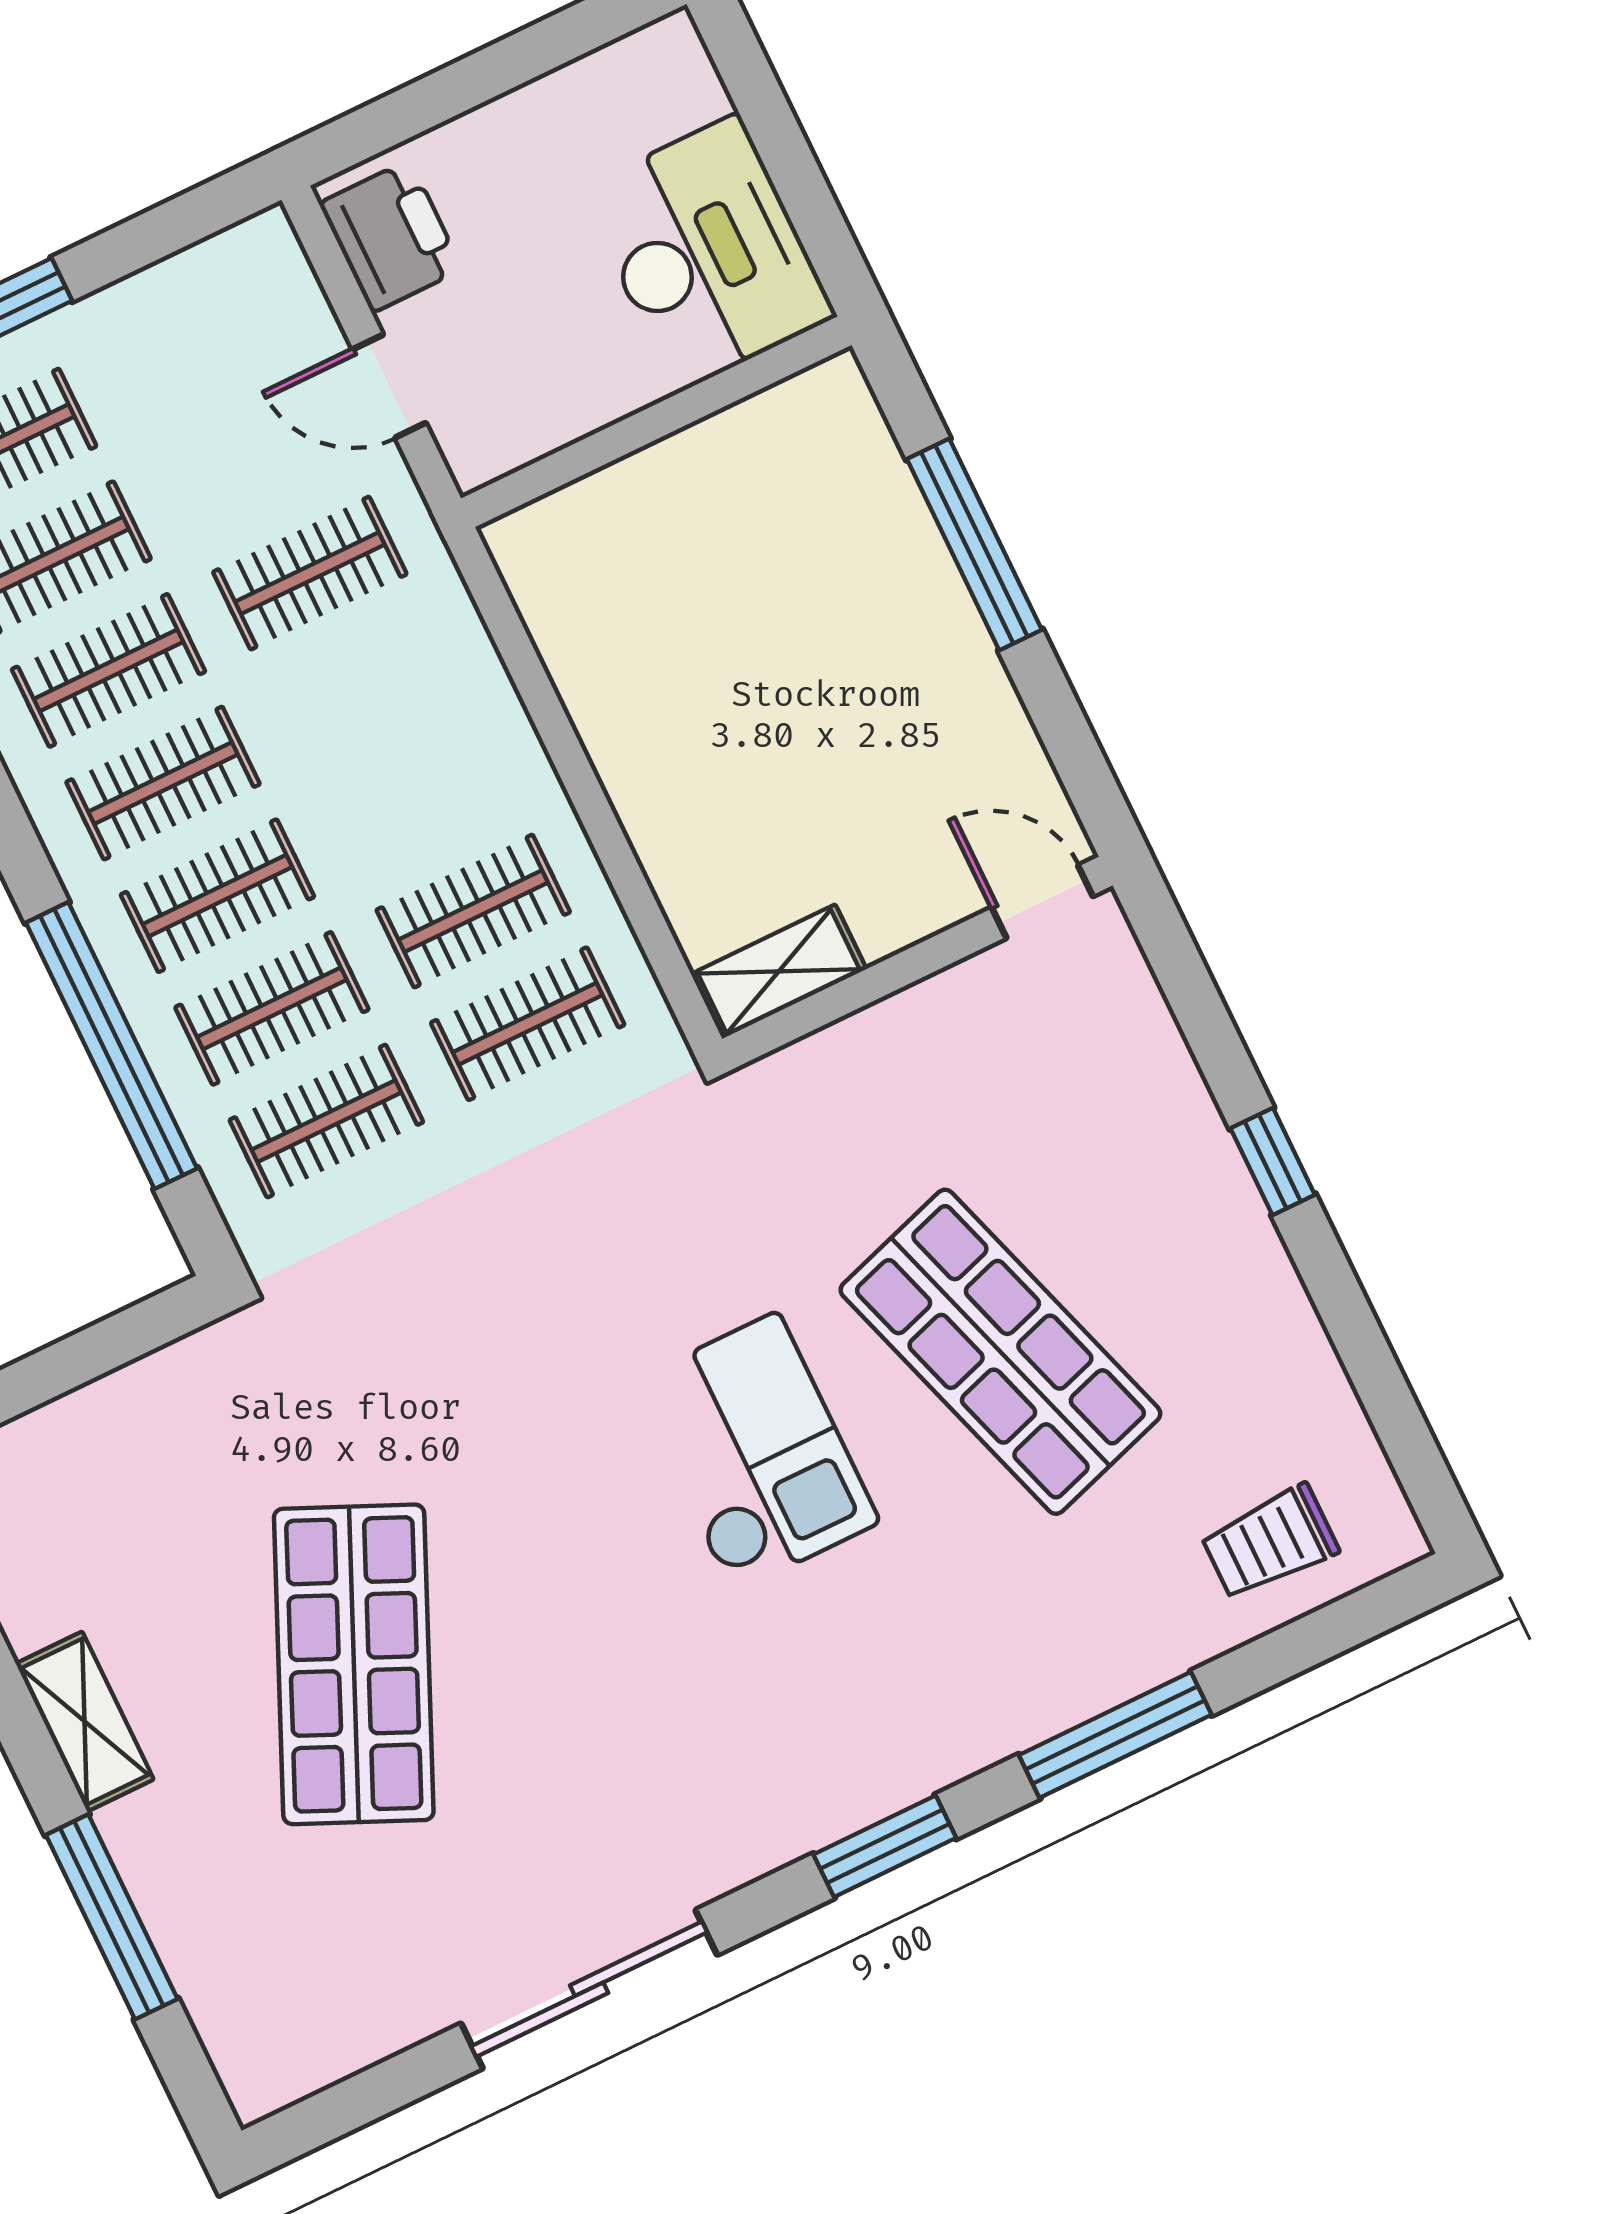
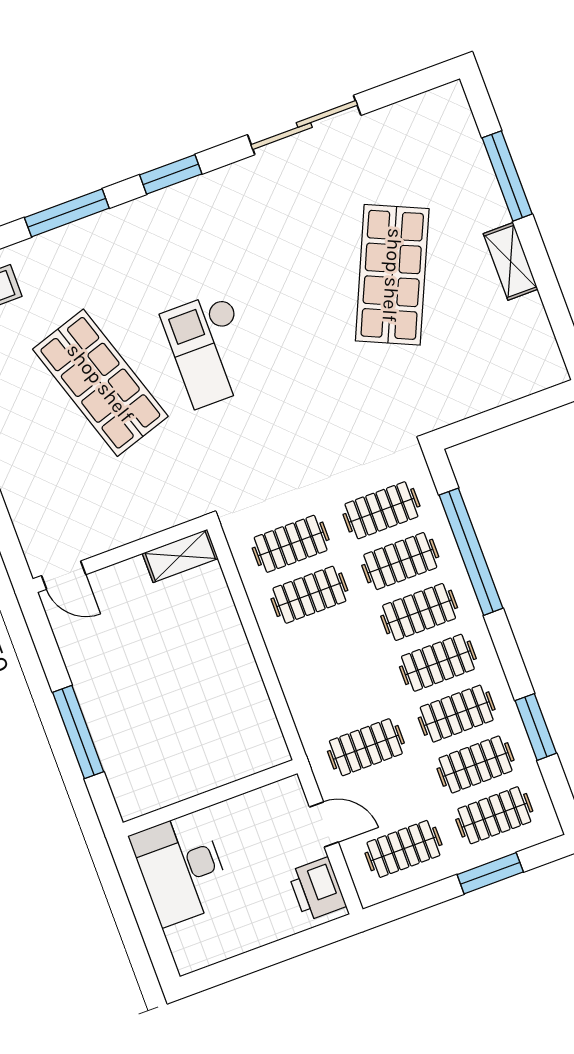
clothes rail: (201, 348) -> (403, 849), added

